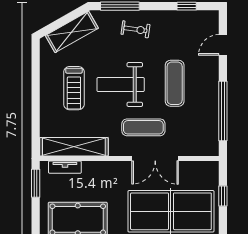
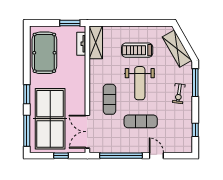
door: (223, 45) -> (156, 156), moved
weight bench: (121, 85) -> (140, 83), turned 180
shelving: (74, 147) -> (96, 42), width x0.68
double door: (155, 159) -> (87, 132), moved

